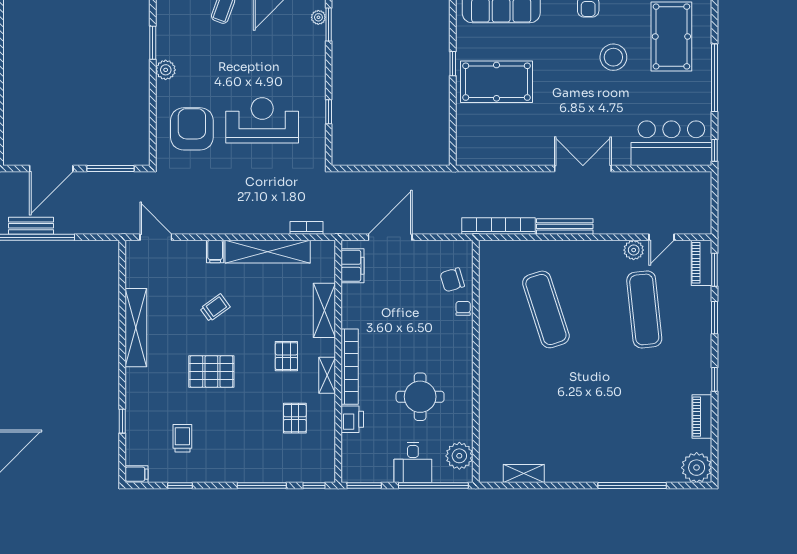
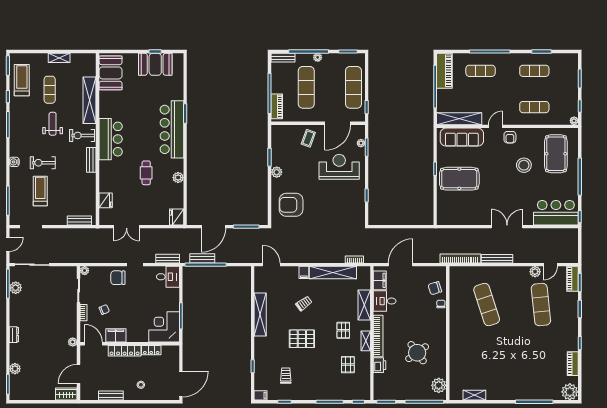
reception desk: (262, 120) -> (339, 167), moved
armchair: (192, 129) -> (291, 205), turned -90
round table: (420, 397) -> (417, 353), turned -36
desk: (413, 462) -> (385, 301), moved, turned 90

